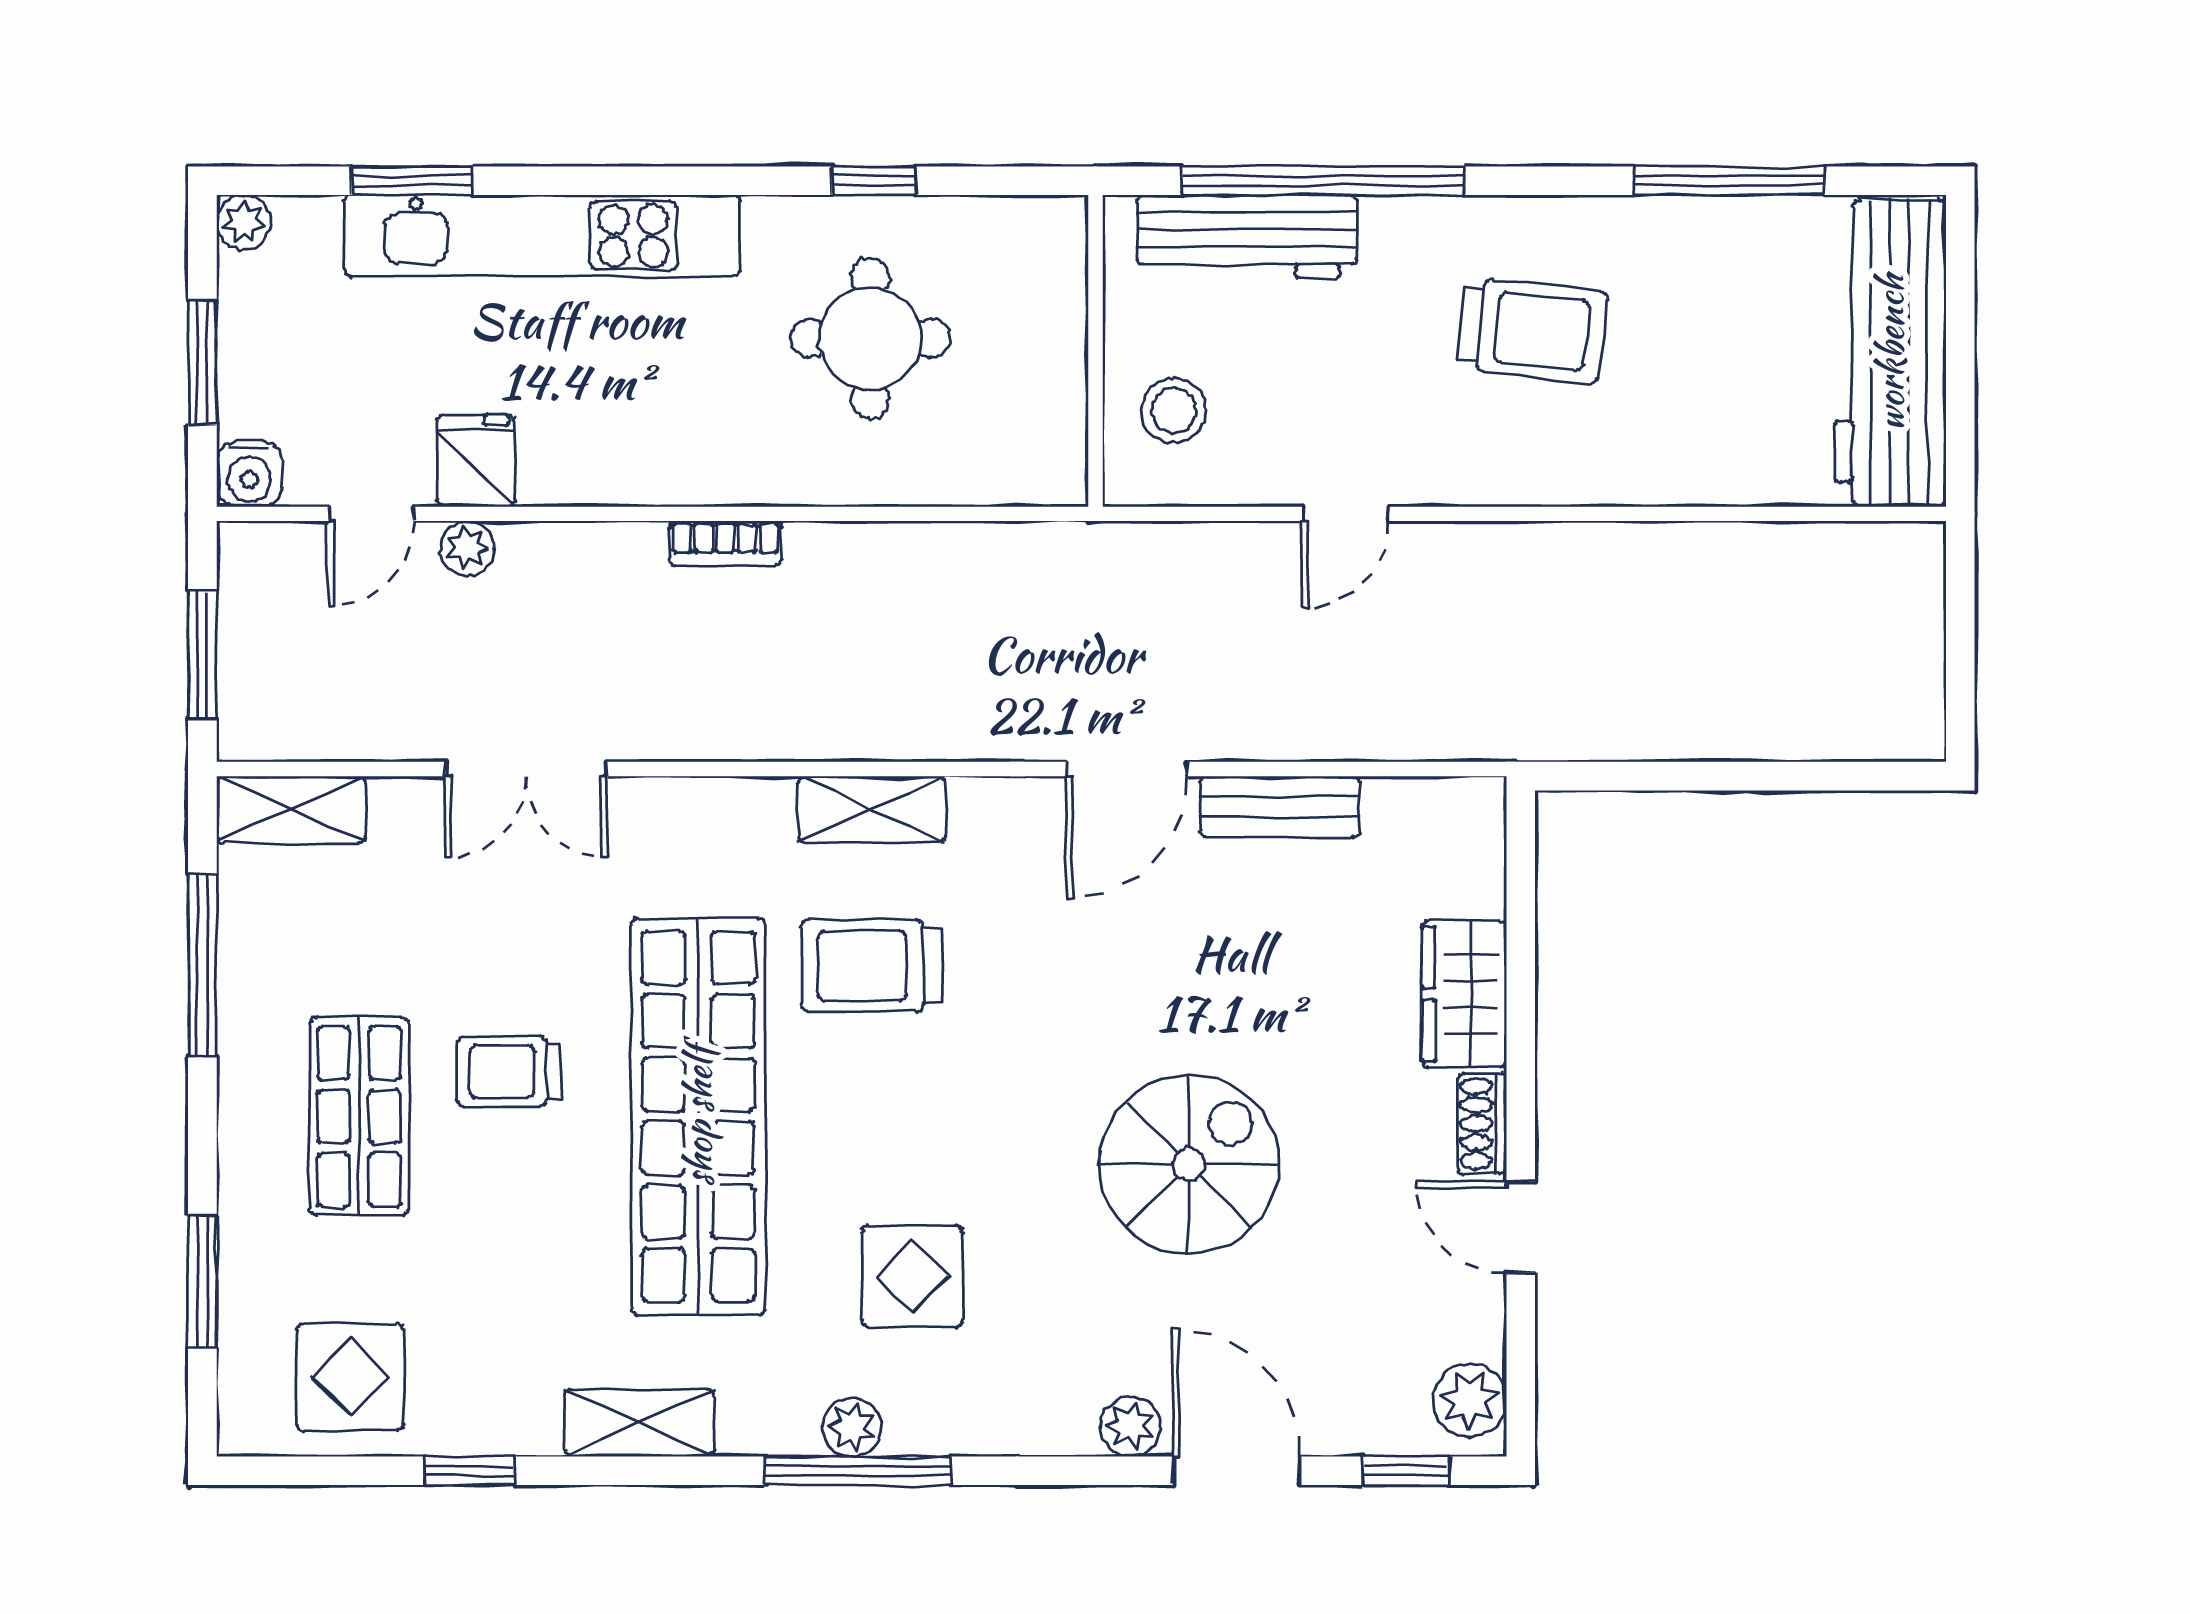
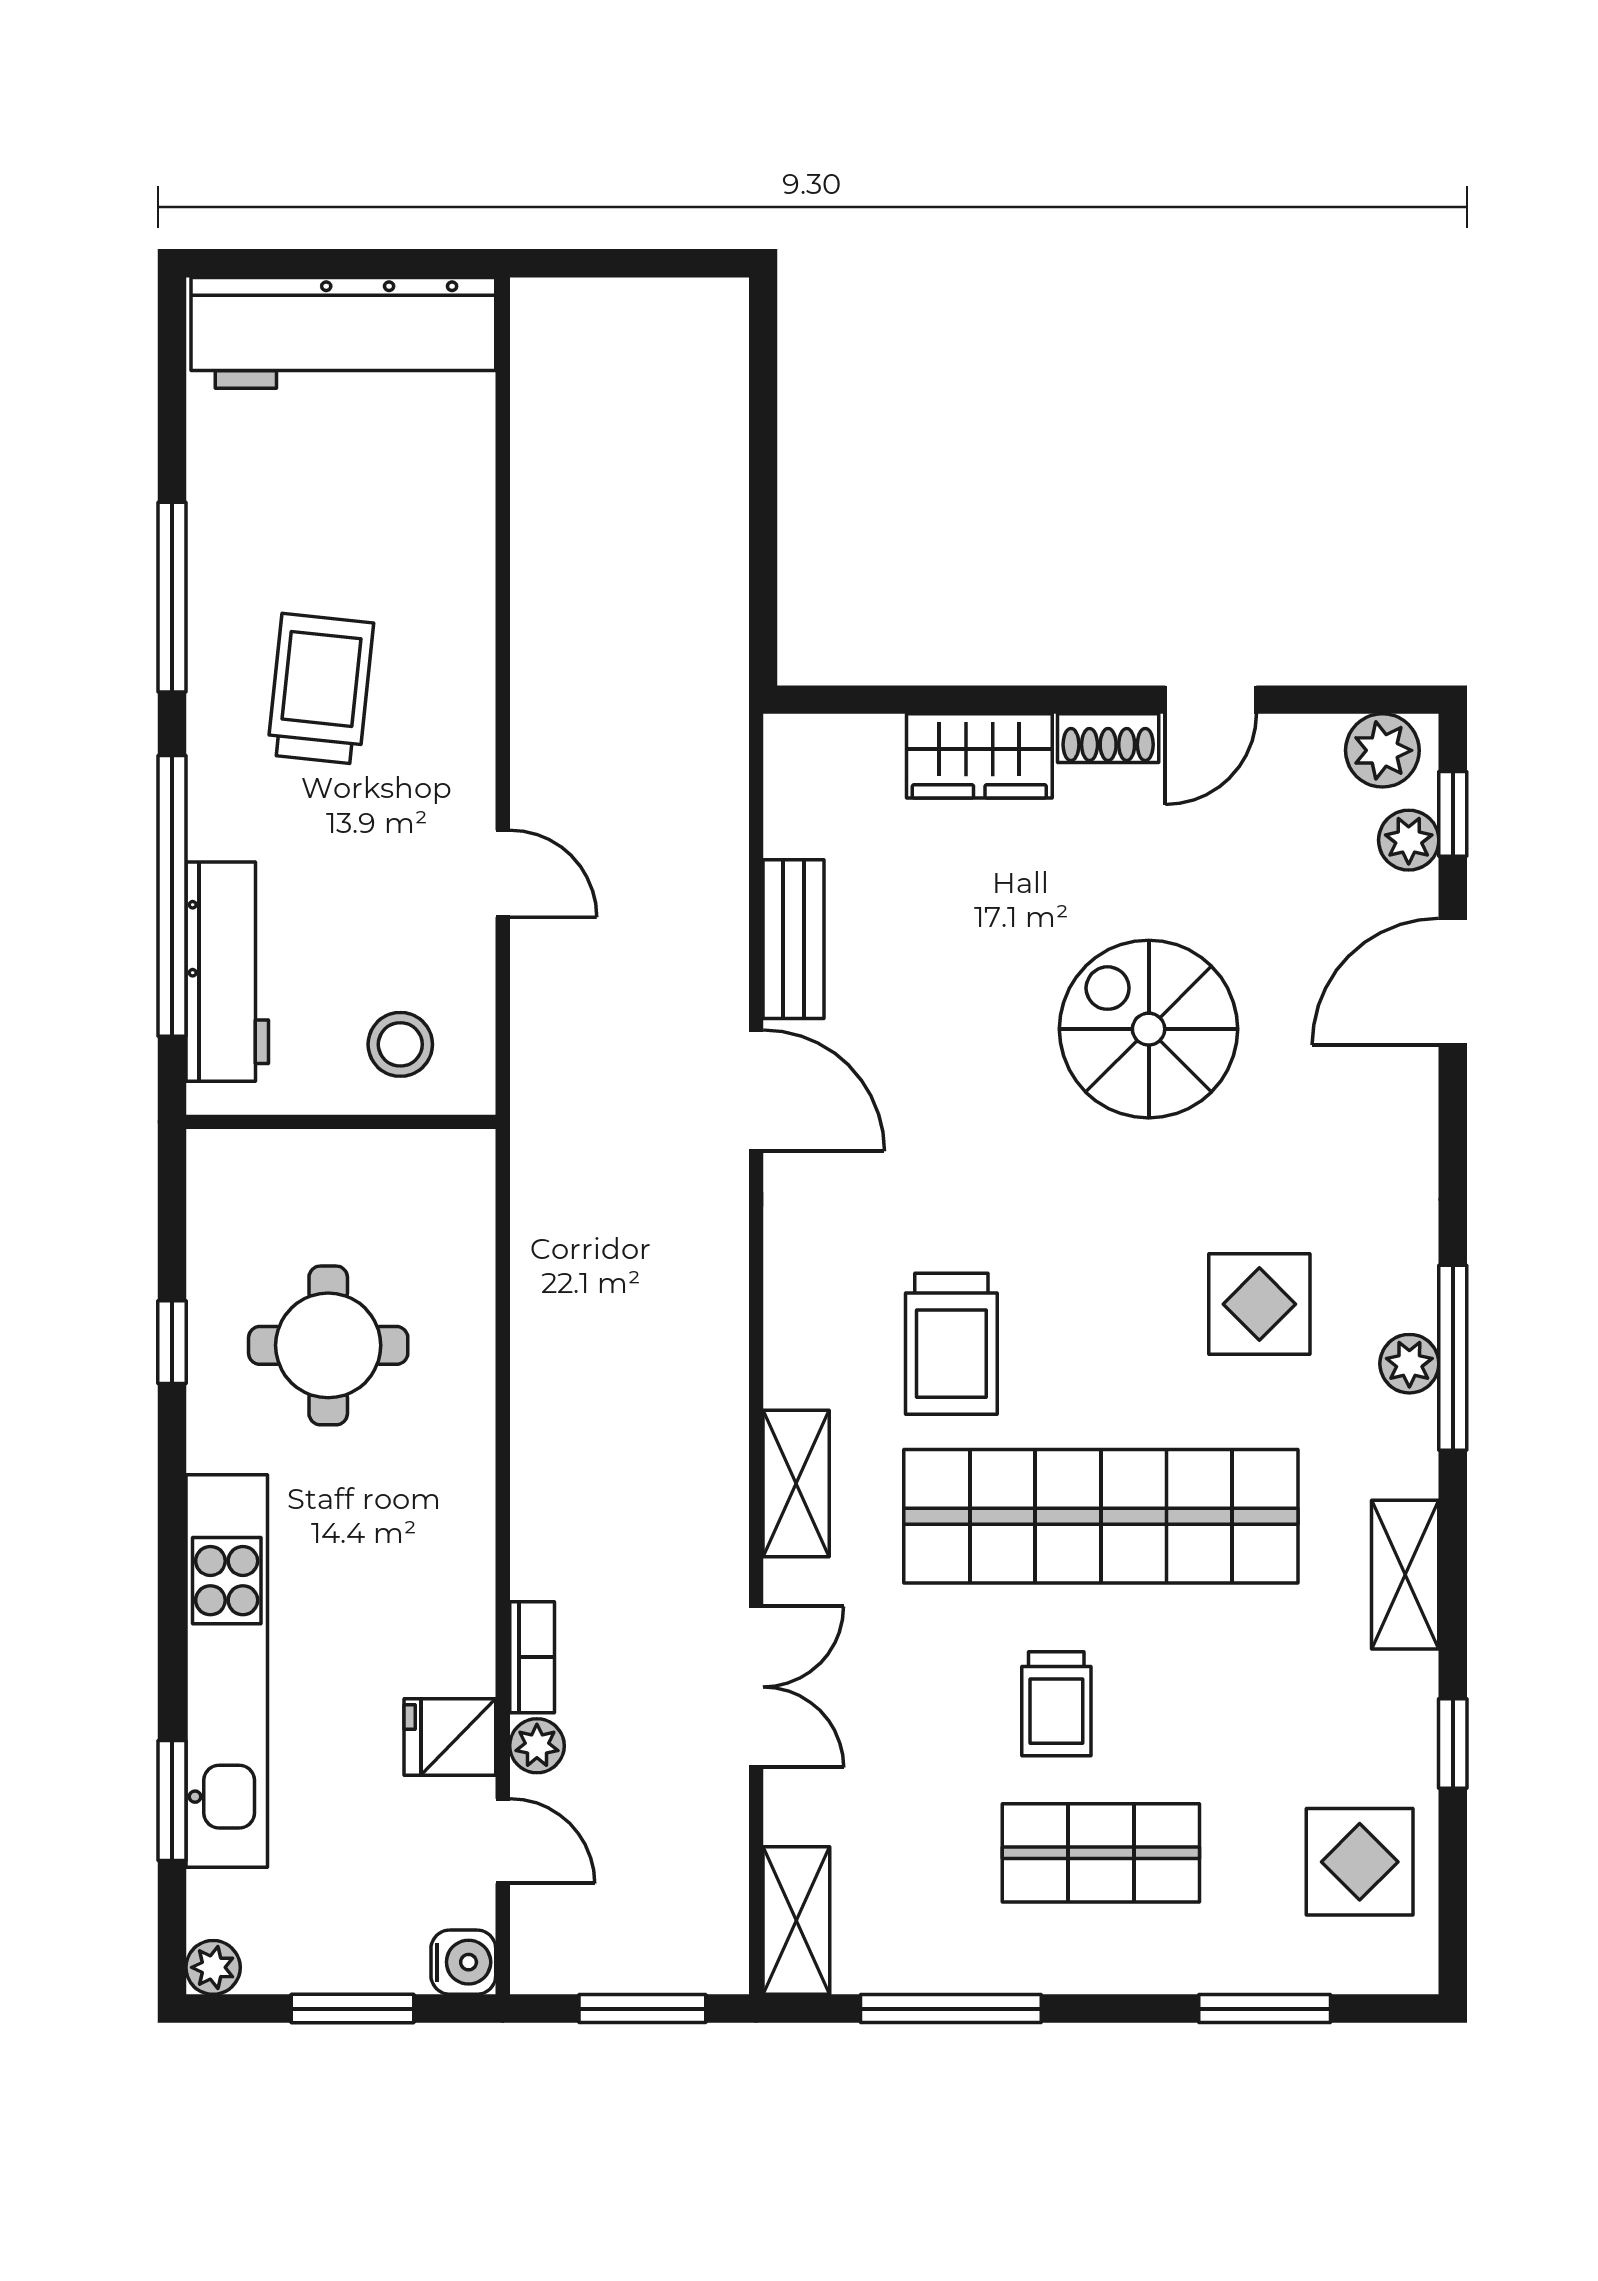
window: (1729, 181) -> (172, 597), moved
bookcase: (725, 543) -> (532, 1657), moved
shelving: (872, 809) -> (796, 1484), moved
plant: (1130, 1426) -> (1409, 840), moved

